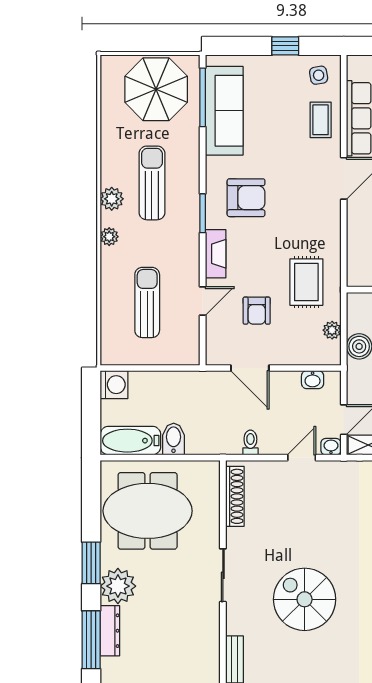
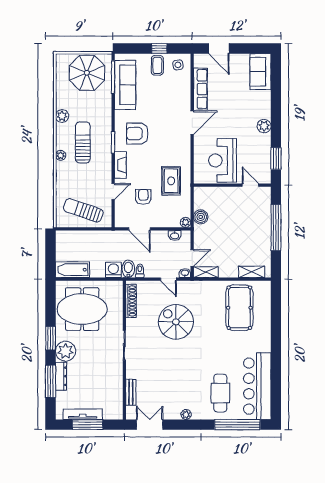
coffee table: (321, 120) -> (157, 65), moved
sun lounger: (152, 183) -> (83, 142), moved
armchair: (246, 198) -> (137, 134), turned 180
plant: (112, 199) -> (62, 116), moved
sun lounger: (147, 302) -> (83, 210), moved, turned -71
armchair: (257, 311) -> (143, 197), turned 180
plant: (332, 330) -> (186, 222), moved
washing machine: (114, 385) -> (113, 270), moved, turned -90
bidet: (174, 439) -> (128, 269), moved
door: (302, 458) -> (168, 279), swing flipped
spiral stairs: (305, 599) -> (176, 322), moved

